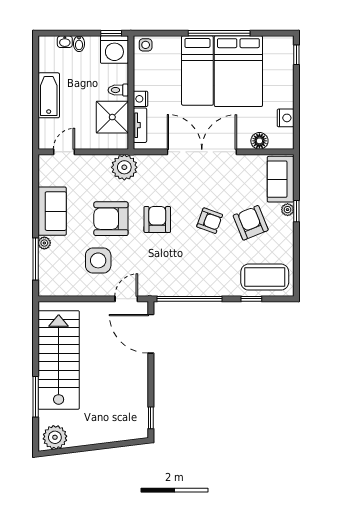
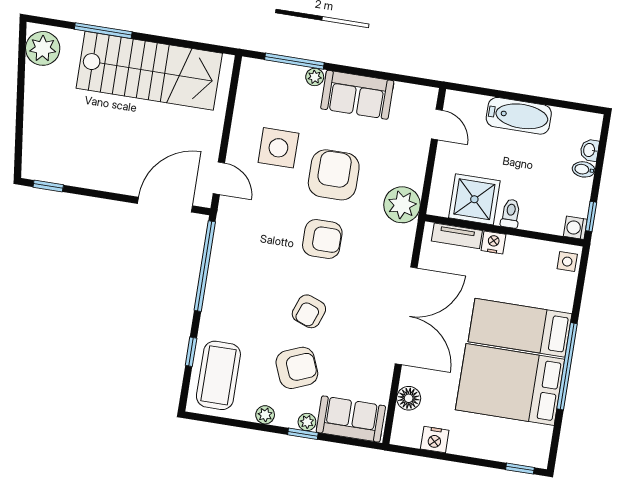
washing machine: (114, 50) -> (575, 228), width x0.53, depth x0.53
plant: (287, 240) -> (265, 415), added

